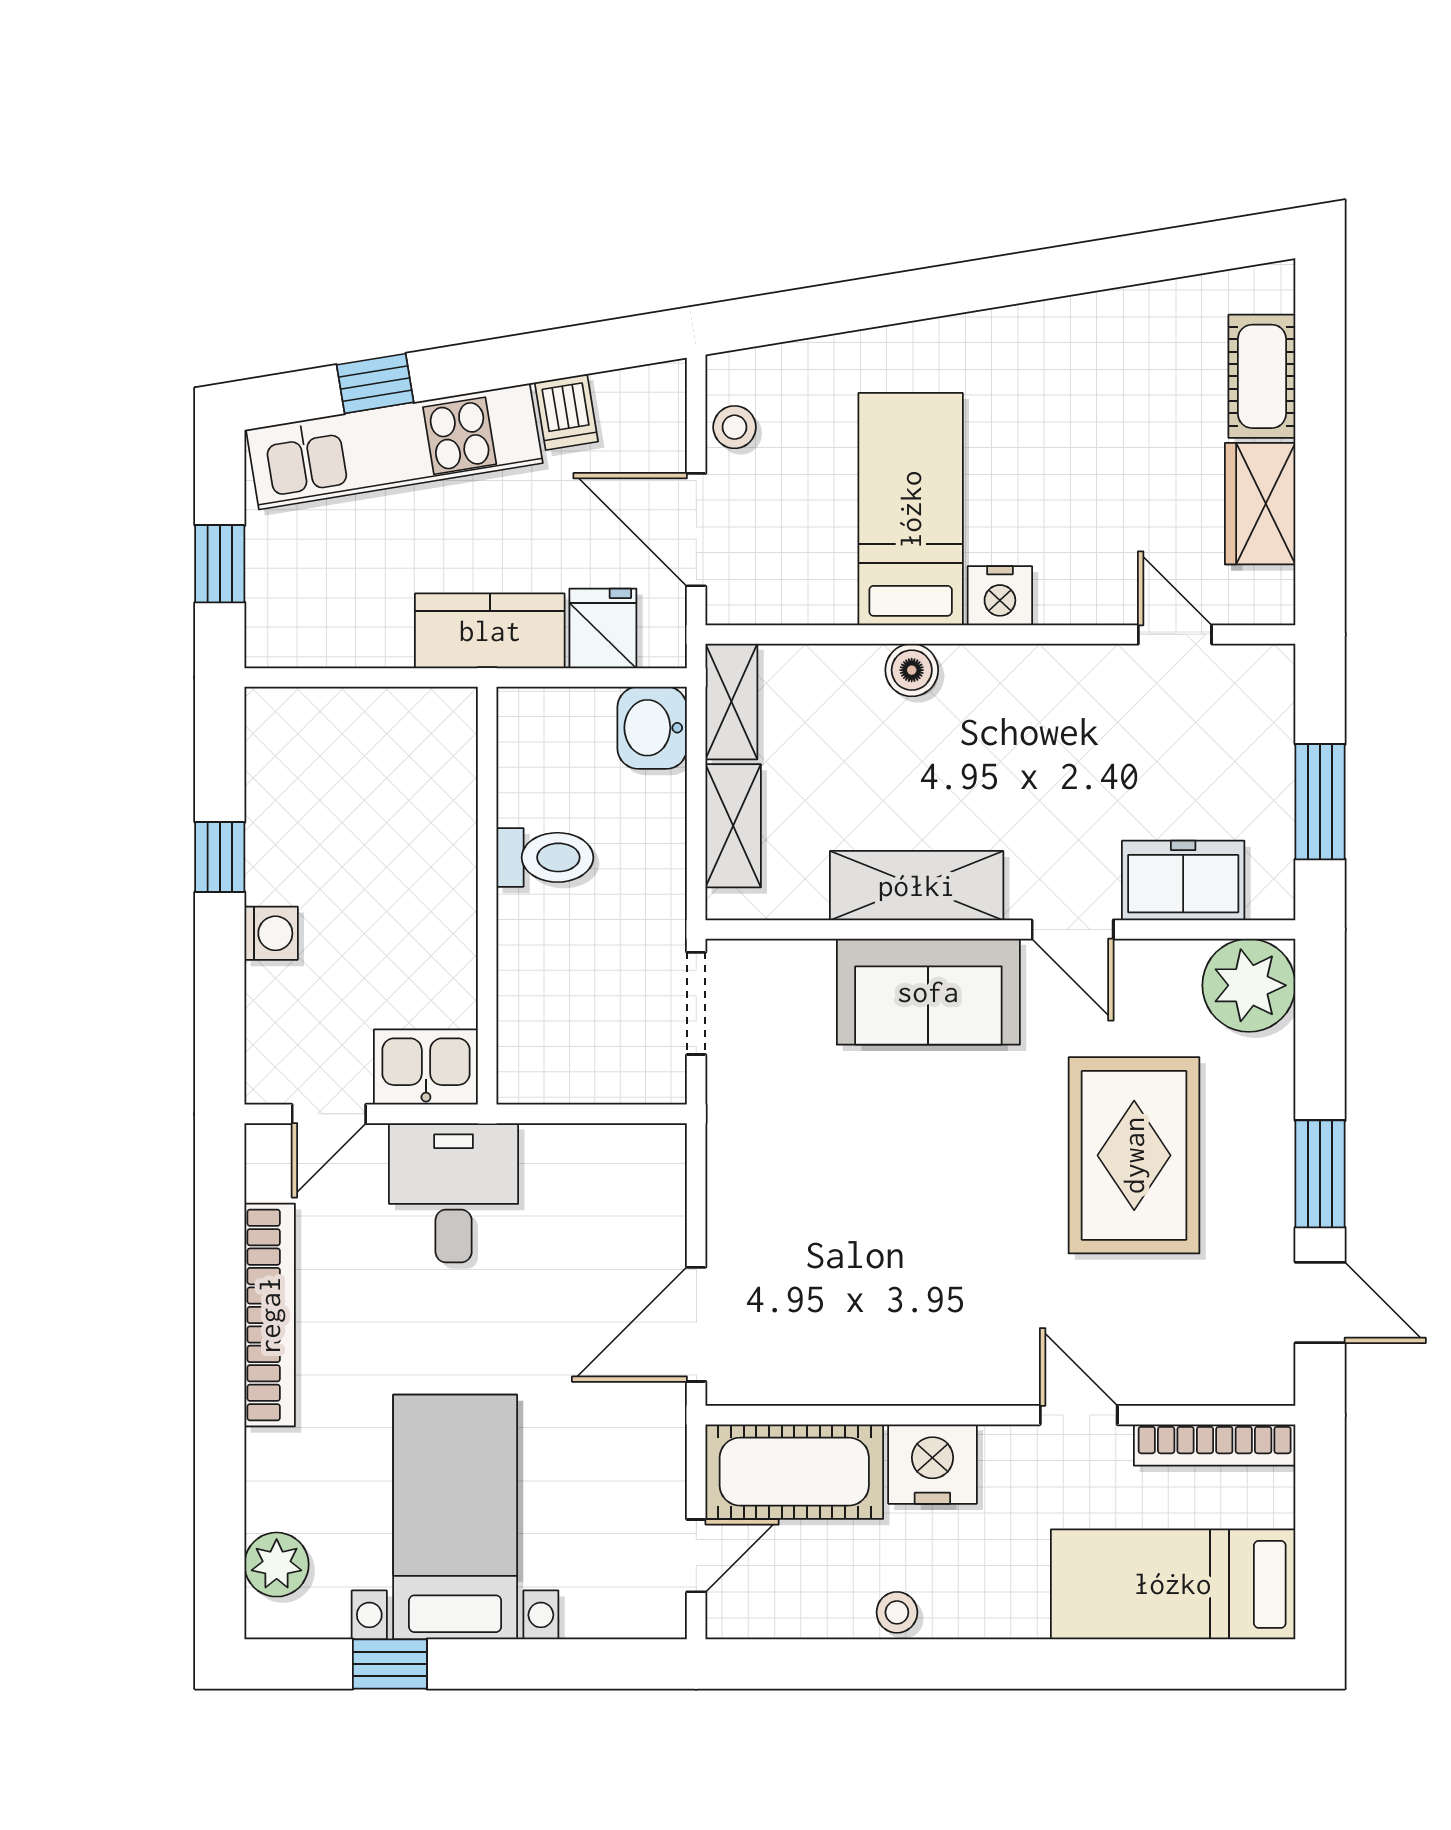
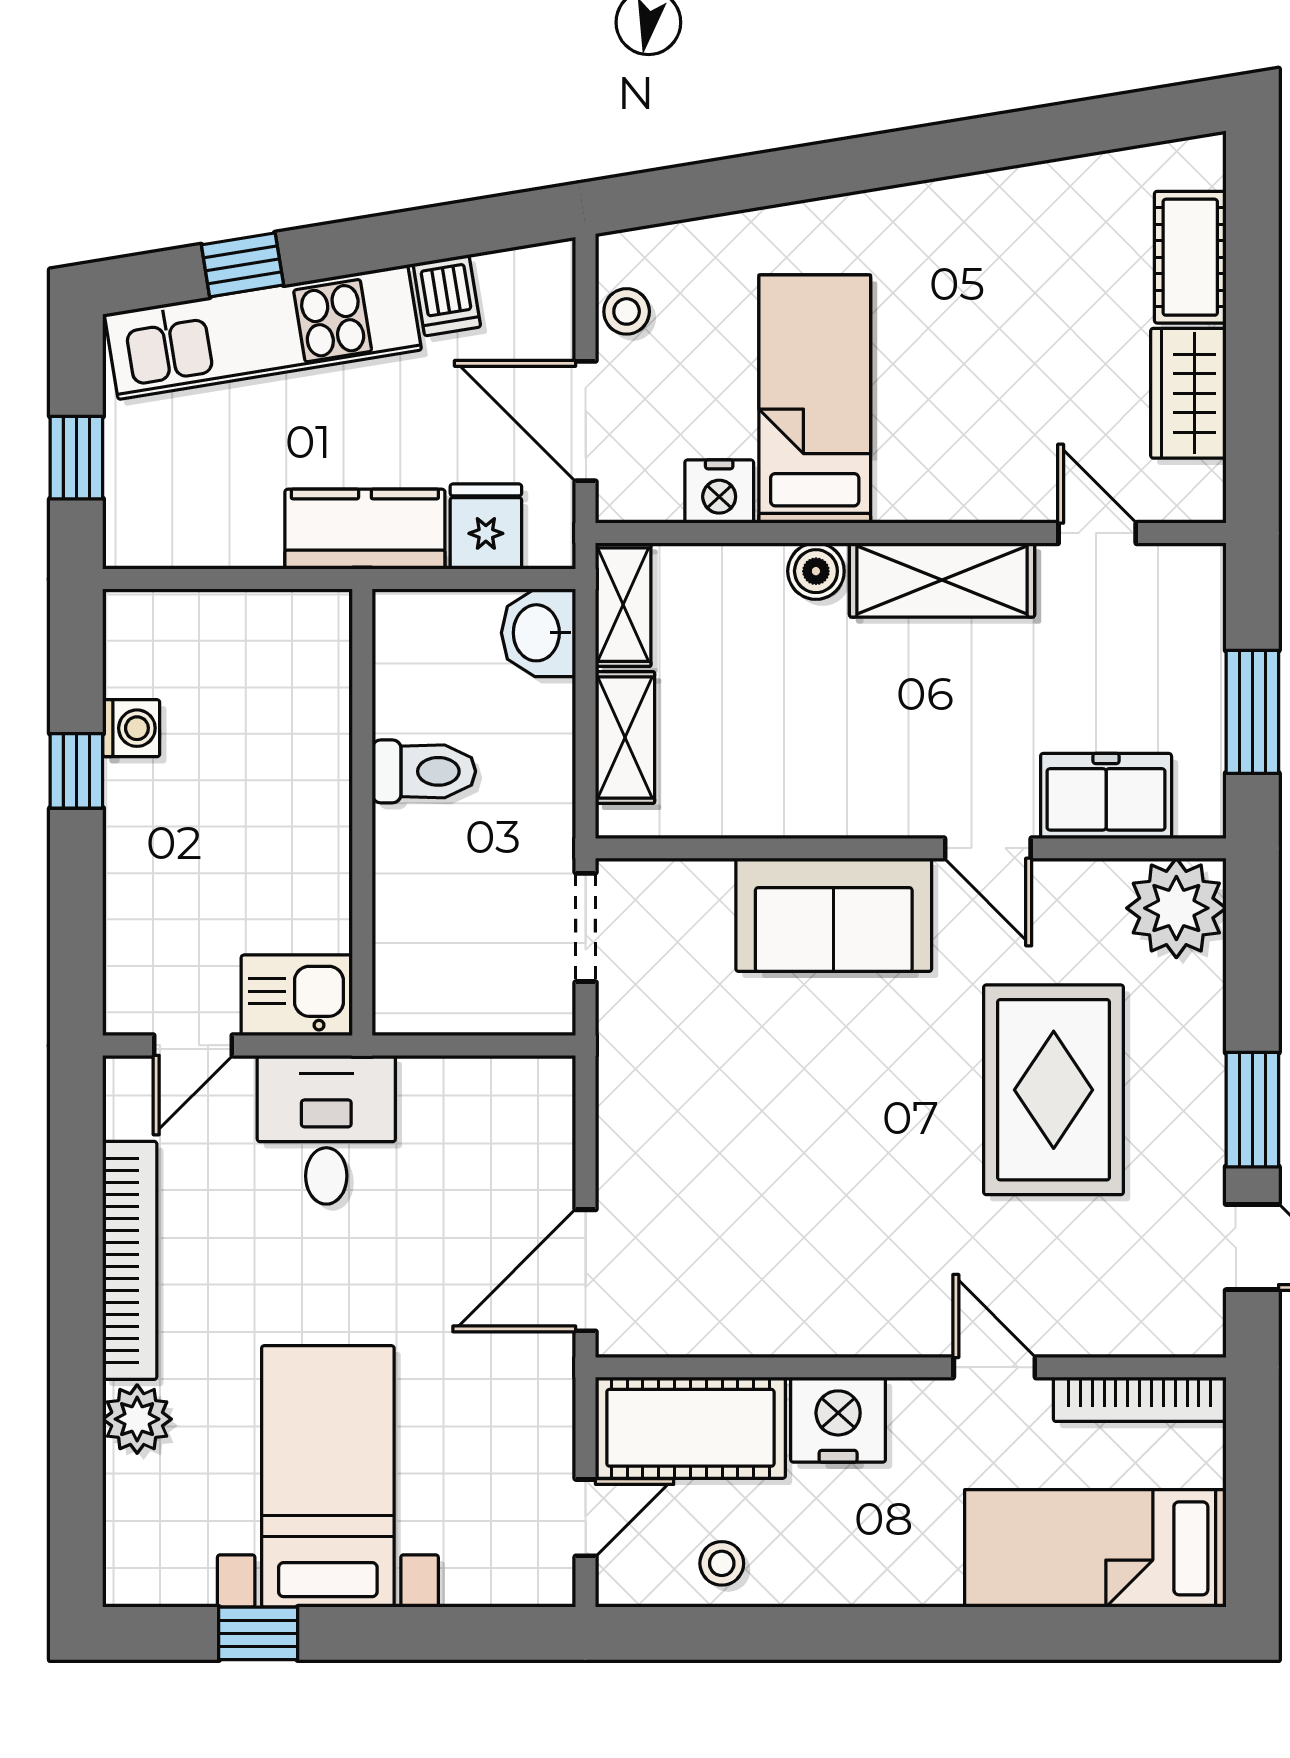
nightstand: (1000, 596) -> (719, 492), moved
shelving: (917, 886) -> (942, 580), moved
washing machine: (271, 933) -> (131, 728), moved
plant: (277, 1565) -> (137, 1419), moved
stool: (897, 1612) -> (722, 1563), moved

